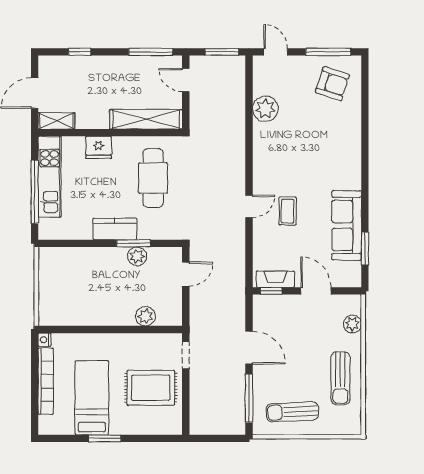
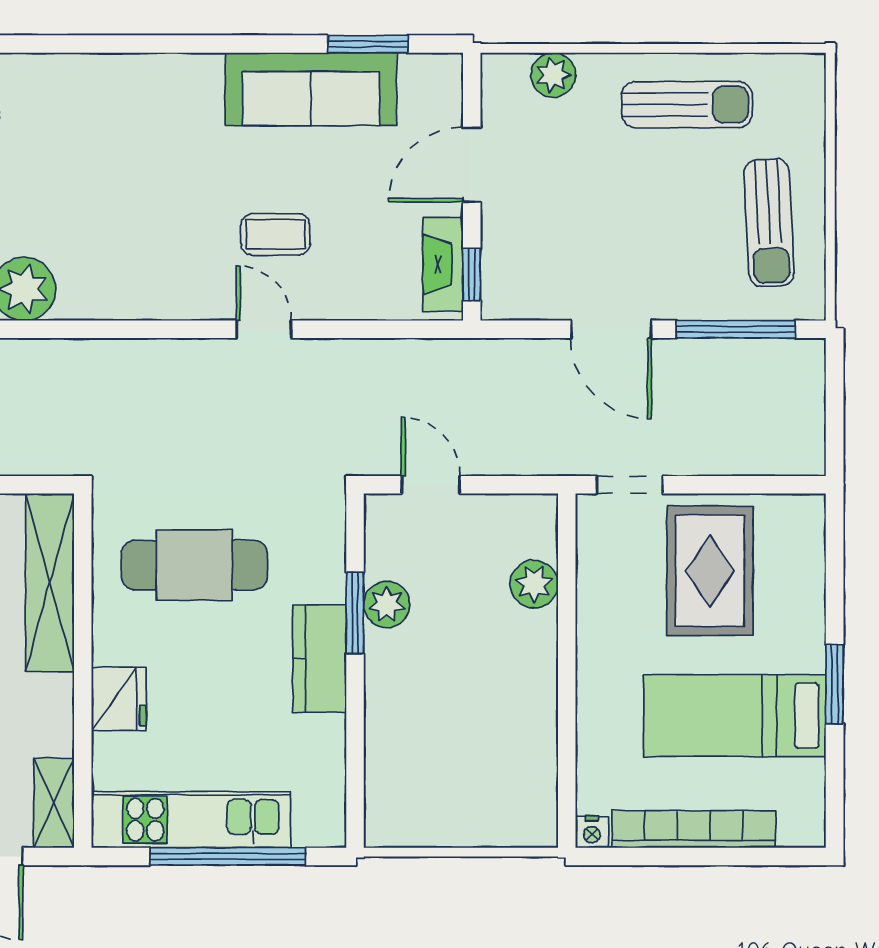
door: (249, 348) -> (611, 329), swing flipped

